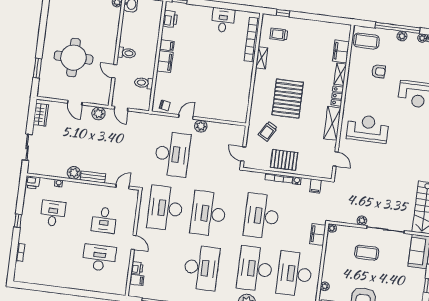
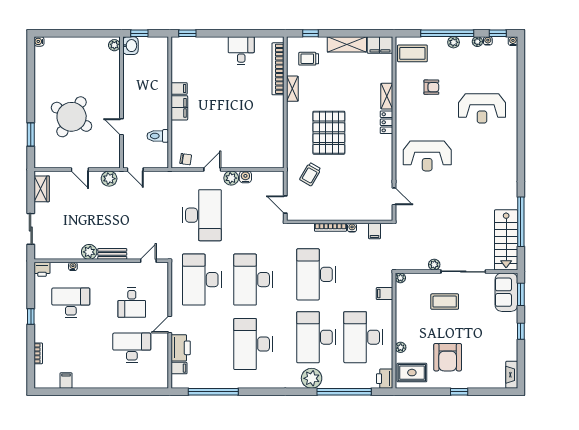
printer: (170, 19) -> (179, 57), removed
filing cabinet: (341, 51) -> (380, 45), moved, turned -90
toilet: (127, 53) -> (133, 103), removed
round table: (73, 58) -> (72, 117), turned 32
shelving: (332, 123) -> (347, 44), moved, turned 90
water cooler: (213, 127) -> (245, 177), added
reception desk: (368, 129) -> (427, 156), turned 180
pallet: (284, 160) -> (334, 205), removed
desk: (53, 213) -> (71, 303), width x1.37
filing cabinet: (318, 234) -> (385, 294), width x0.50
door: (134, 242) -> (170, 325), swing flipped
printer: (137, 268) -> (181, 348), width x1.87, depth x1.48
desk: (201, 268) -> (253, 344), turned 180
filing cabinet: (41, 278) -> (66, 381), added

